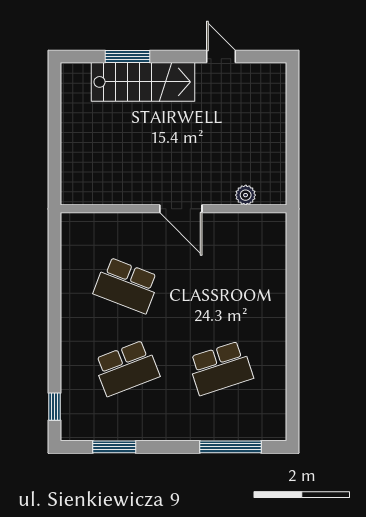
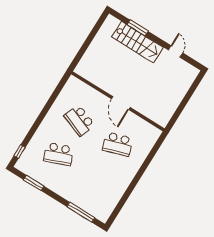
plant: (246, 195) -> (151, 114), removed
school desk: (221, 368) -> (118, 144), moved

